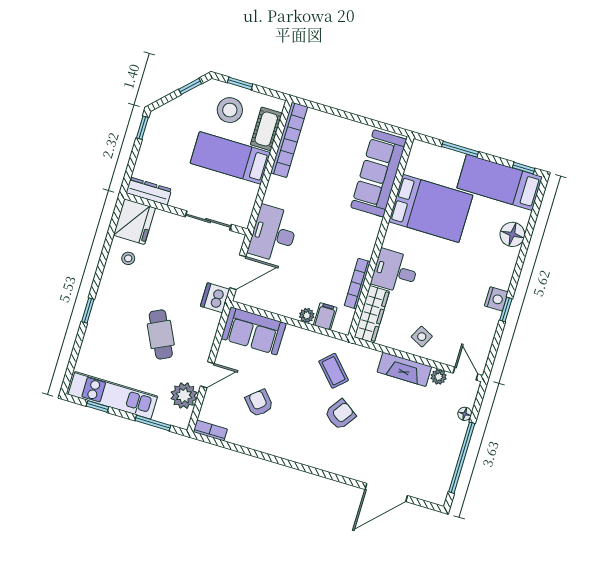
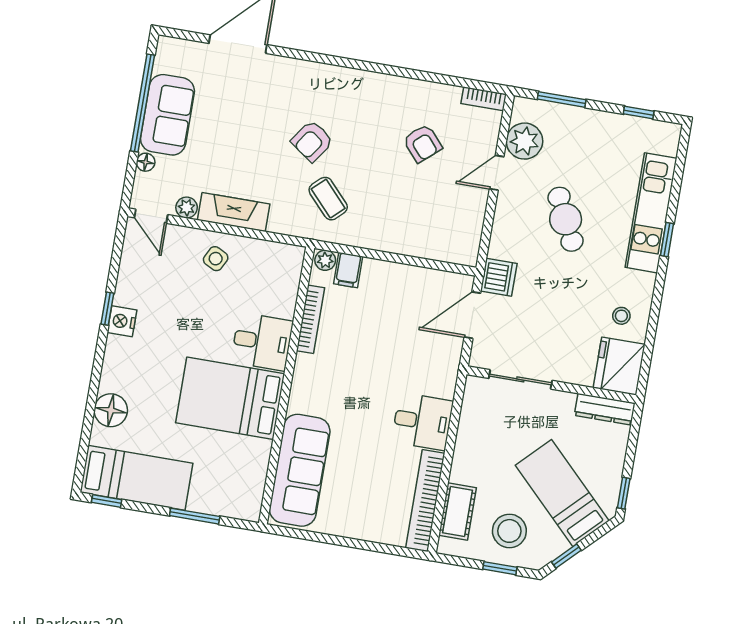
bed: (230, 158) -> (562, 493), moved, turned -135
bed: (431, 208) -> (230, 398), moved
desk: (273, 234) -> (422, 422), moved, width x0.73
wardrobe: (372, 314) -> (286, 281), removed
plant: (307, 315) -> (325, 260), moved
sofa: (254, 331) -> (167, 115), moved, turned 90
kitchen unit: (113, 395) -> (651, 213), moved, turned 90

